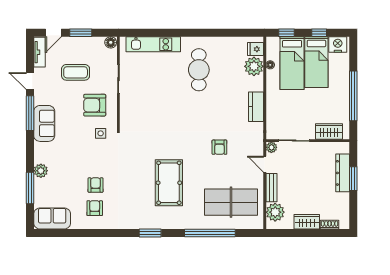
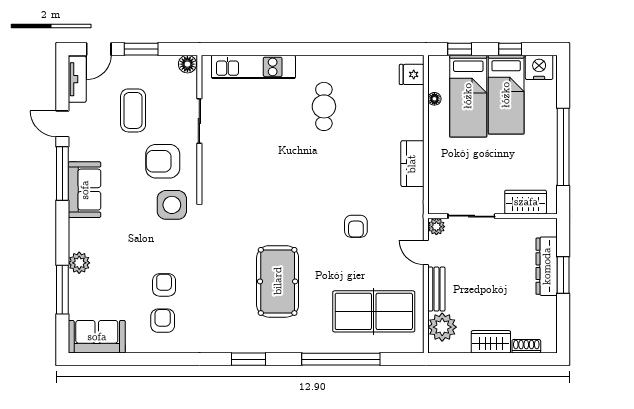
plant: (254, 66) -> (409, 101), removed
cafe table: (199, 70) -> (324, 106), width x0.73, depth x0.74
coffee table: (76, 72) -> (133, 110), turned 90
side table: (101, 133) -> (172, 205), width x1.87, depth x1.87

